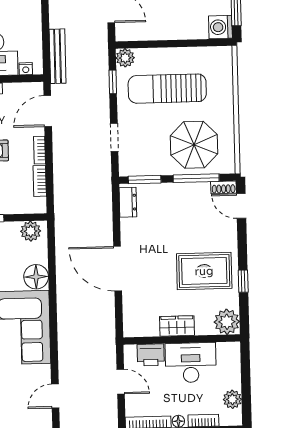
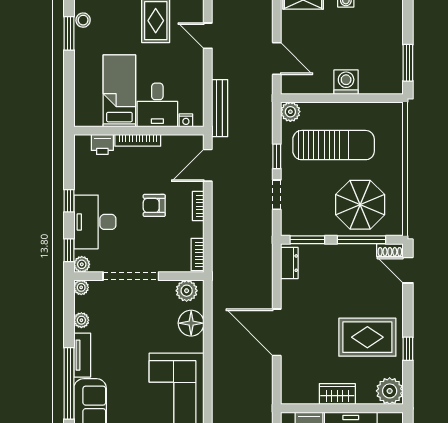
washing machine: (220, 27) -> (346, 82), moved, turned 90
window: (113, 82) -> (277, 156), moved
sun lounger: (167, 89) -> (334, 145), turned 180
bookcase: (40, 181) -> (197, 254), moved
floor lamp: (36, 277) -> (191, 323), moved

